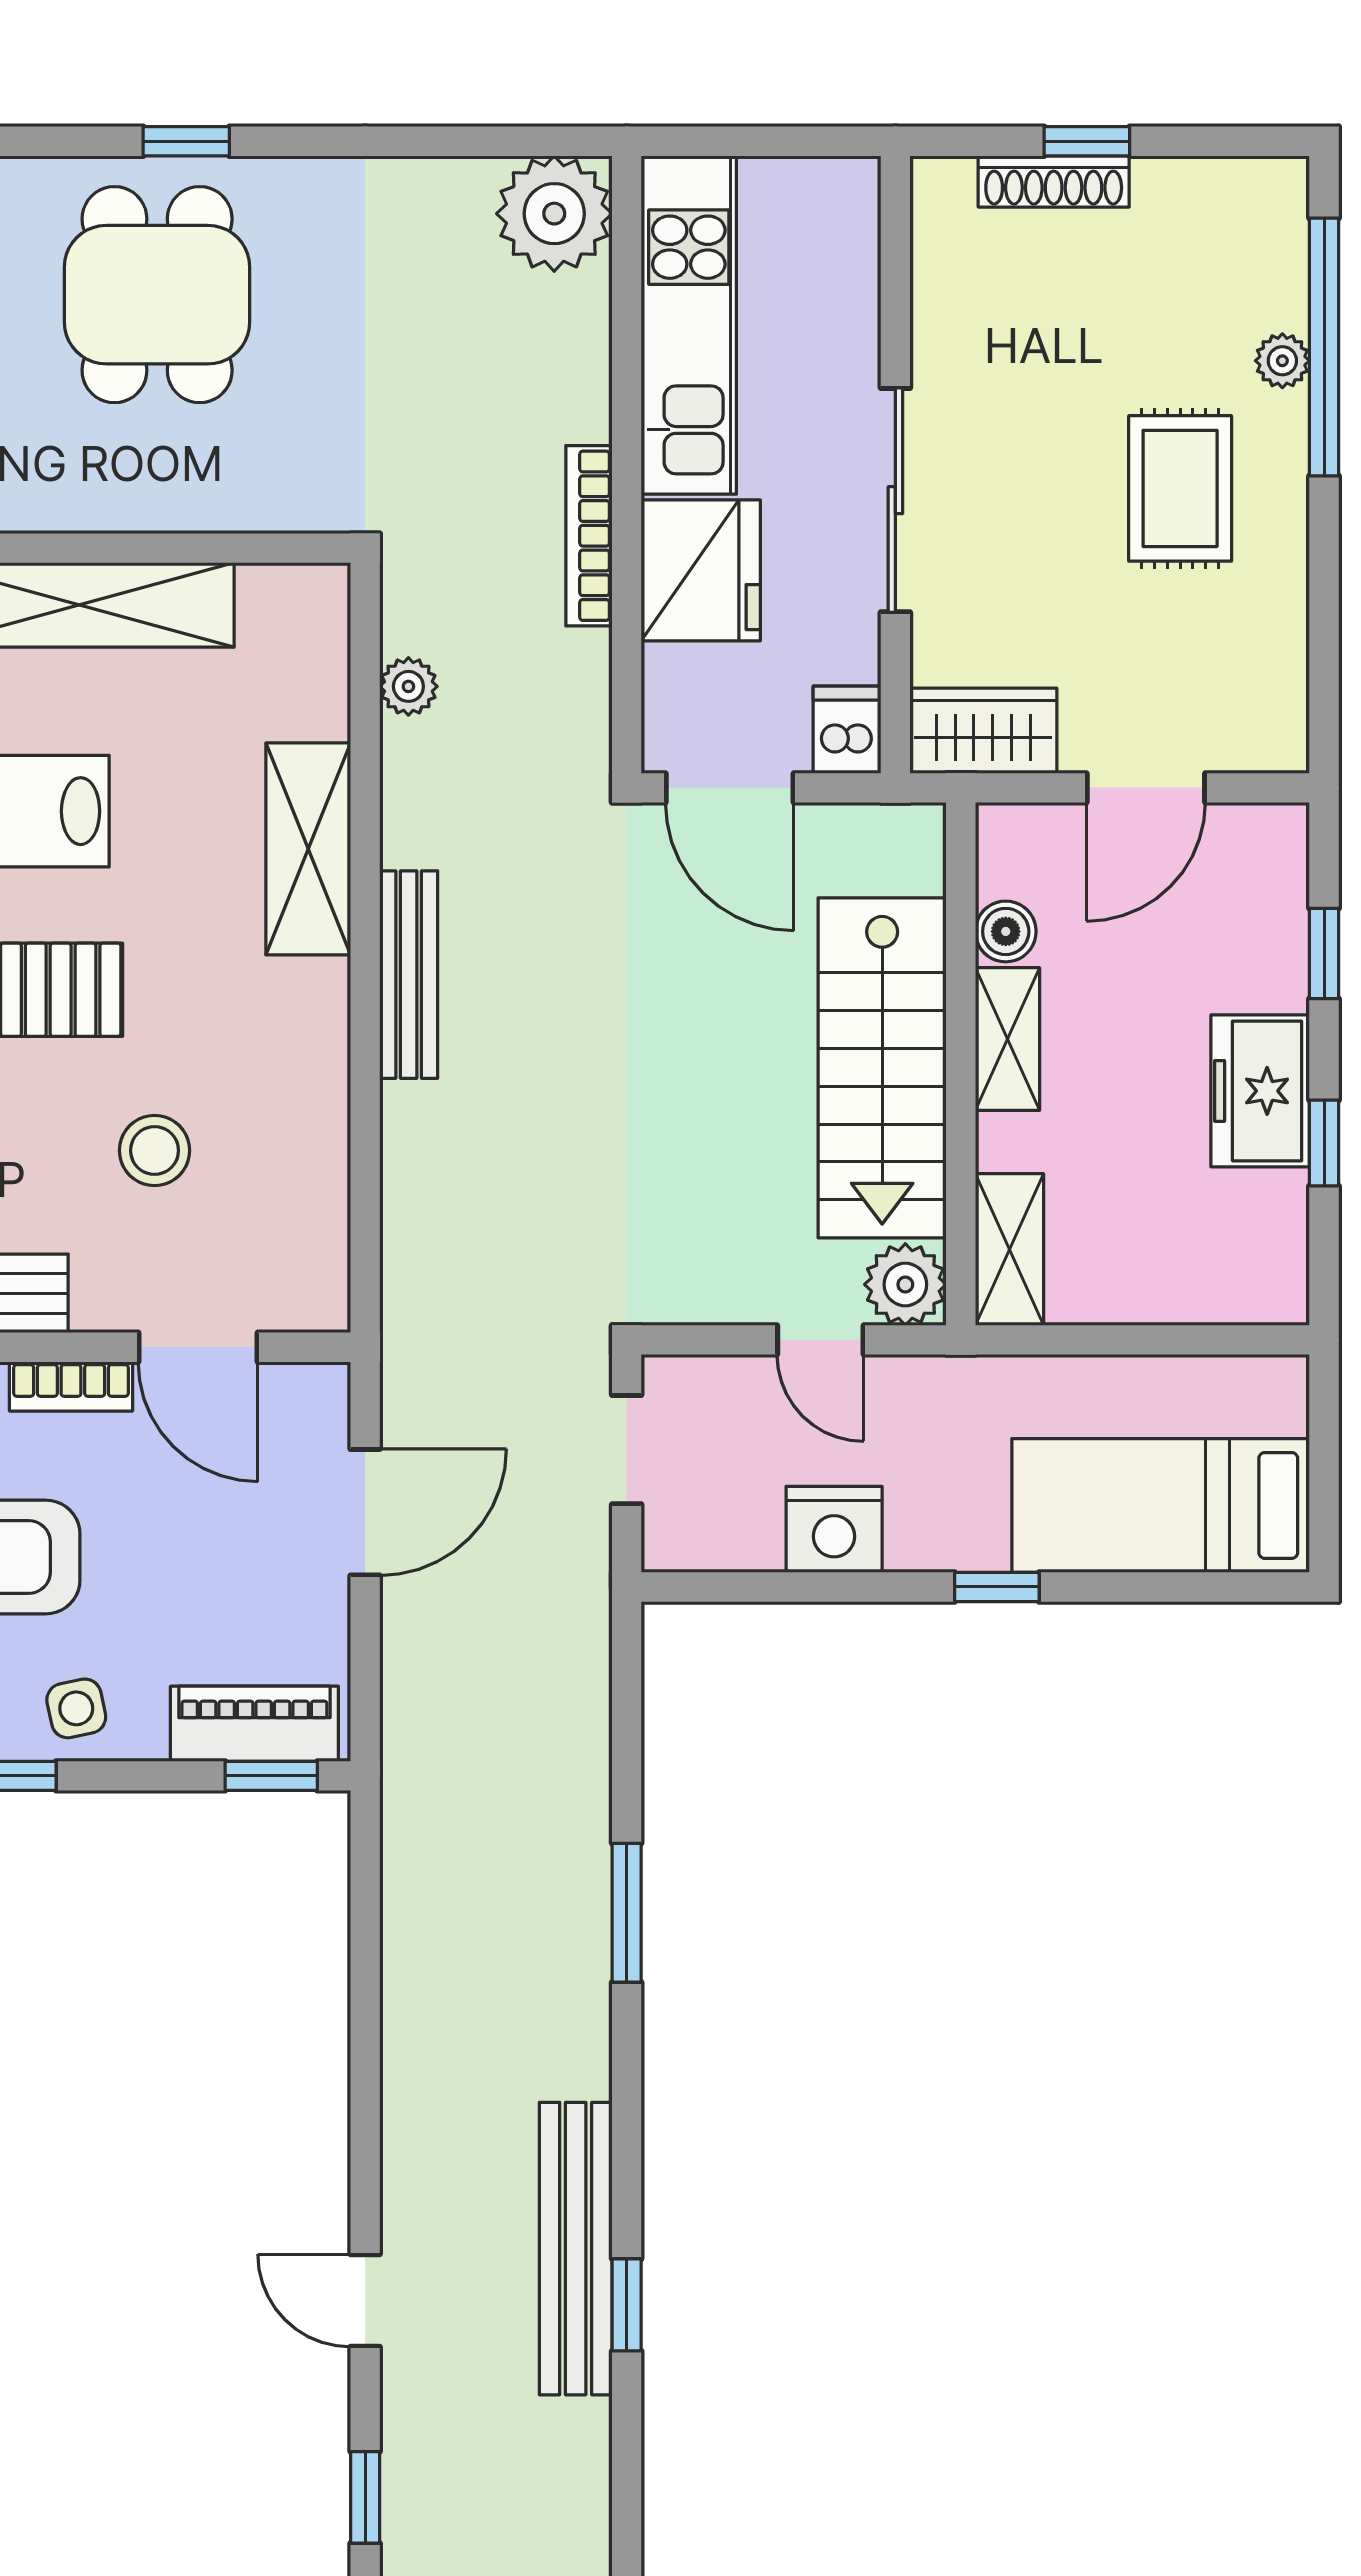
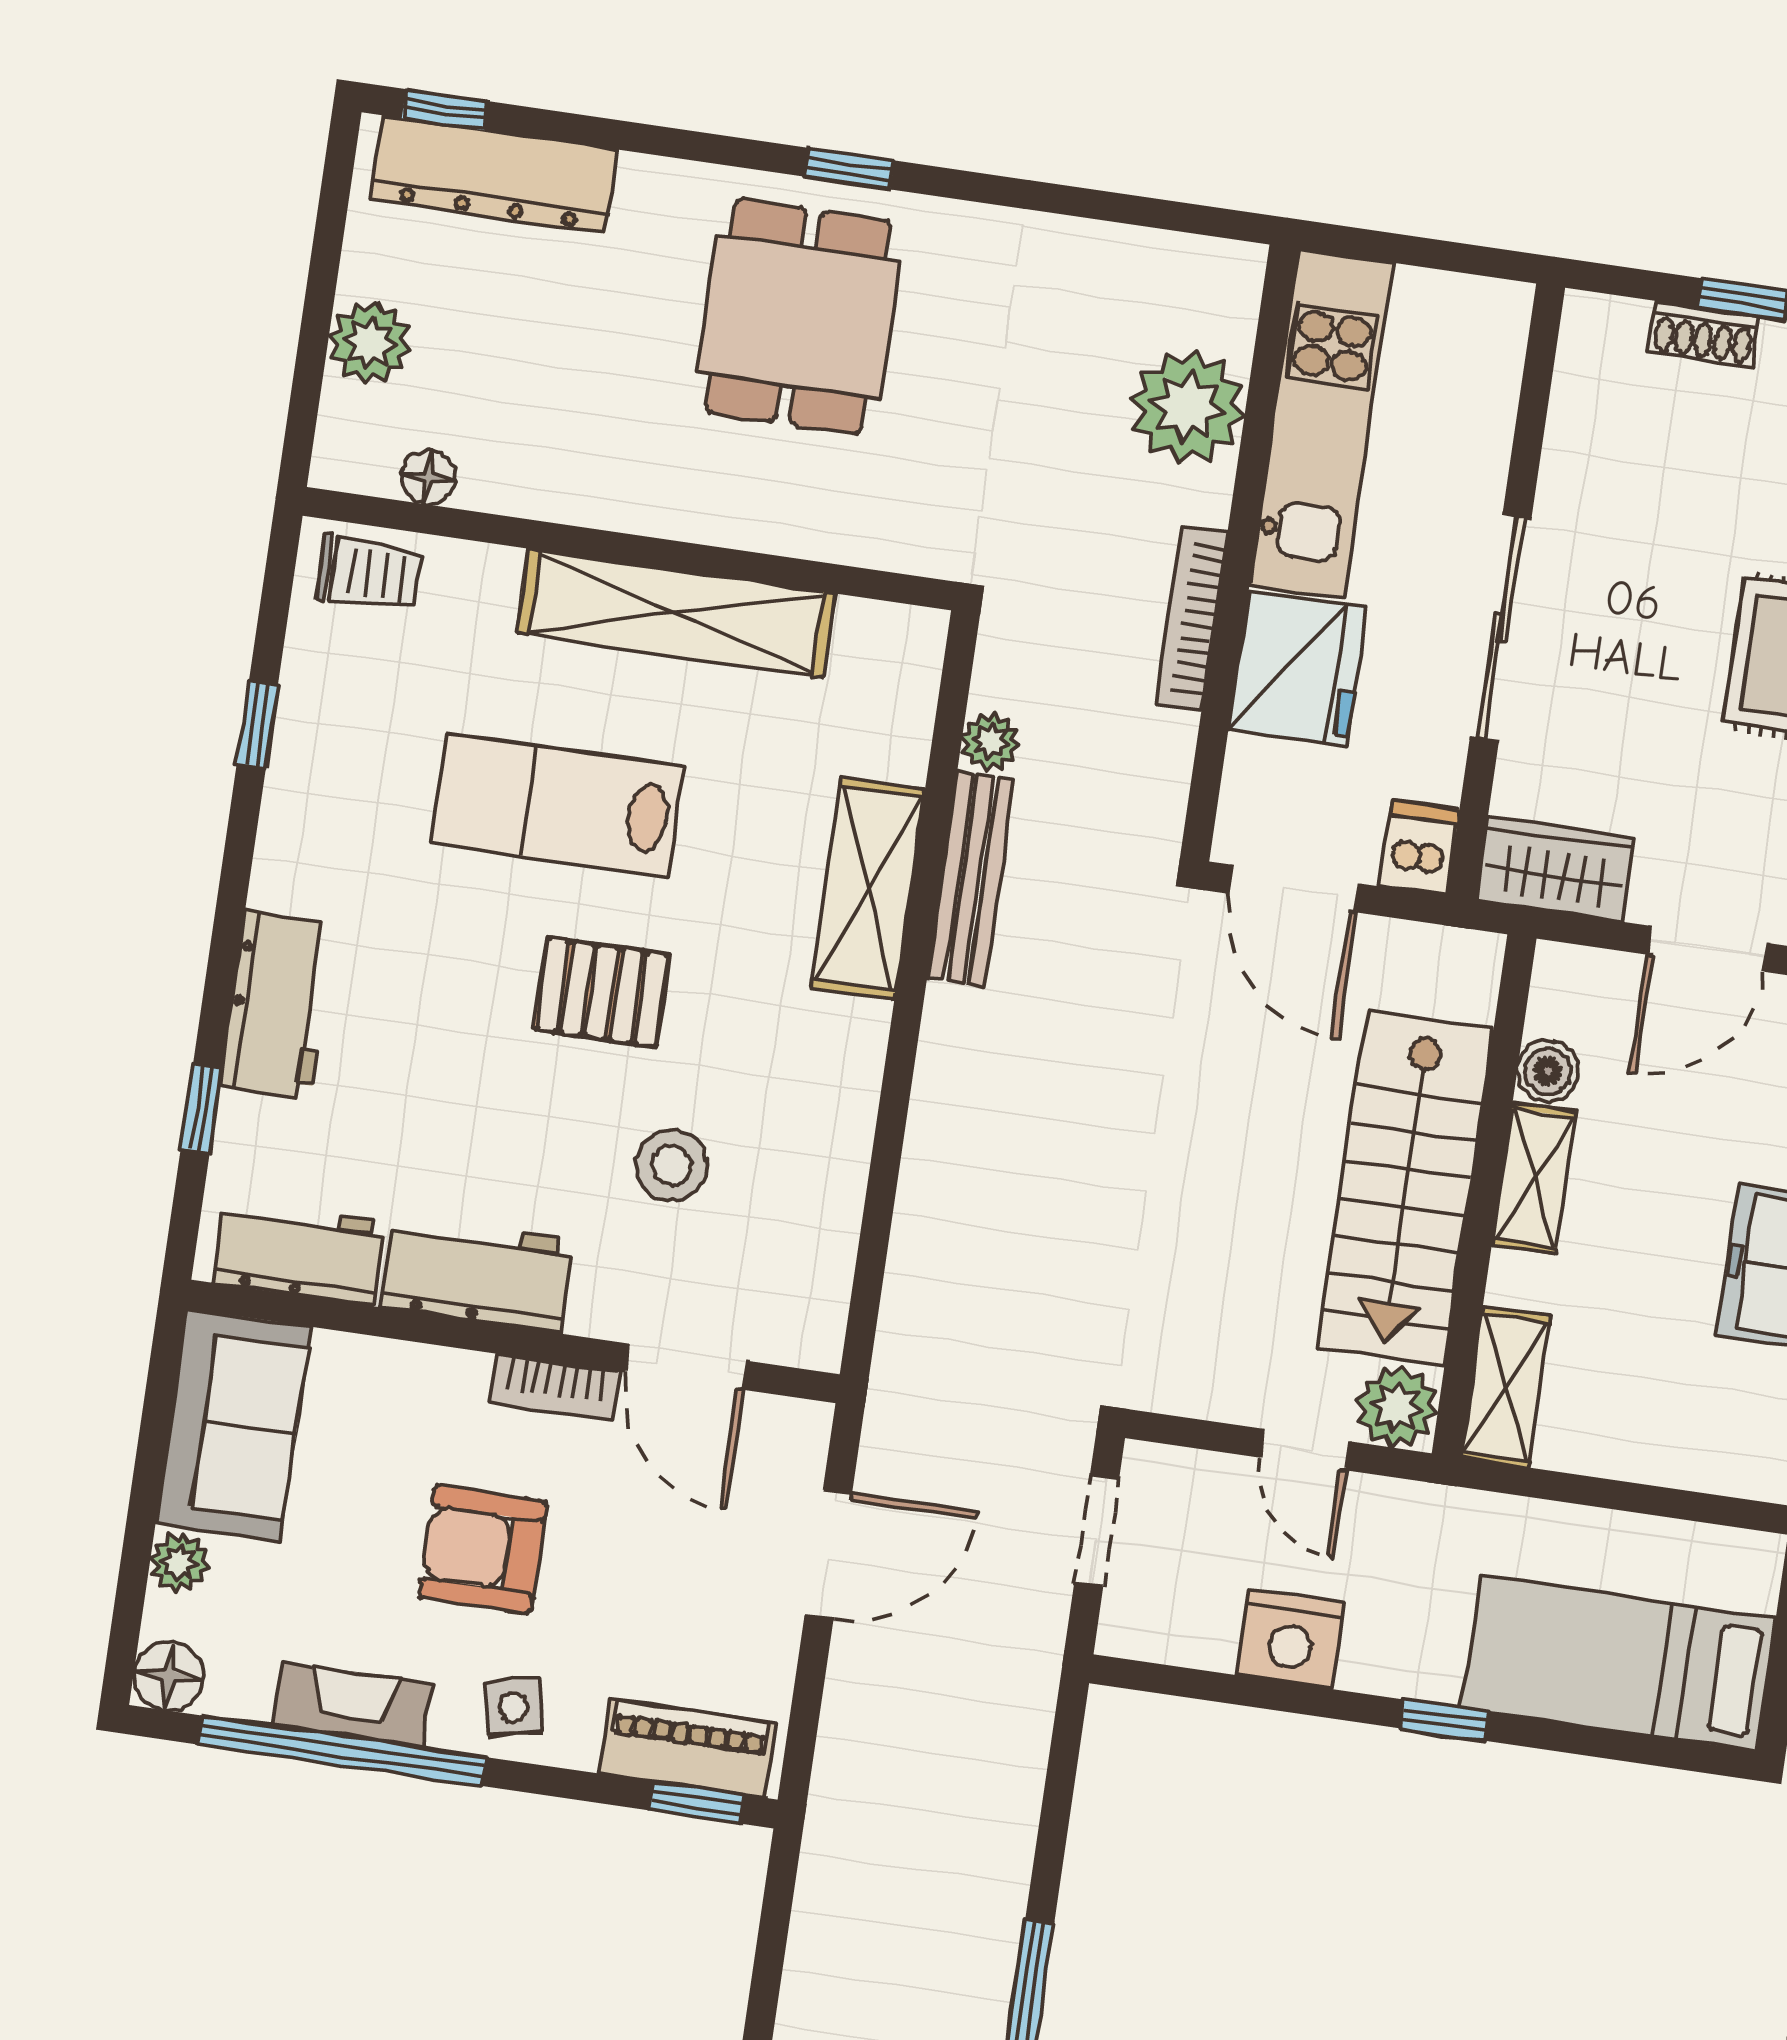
shoe rack: (1054, 181) -> (1704, 334), width x0.70
plant: (554, 214) -> (1187, 407), moved
bench: (409, 975) -> (971, 879), moved

